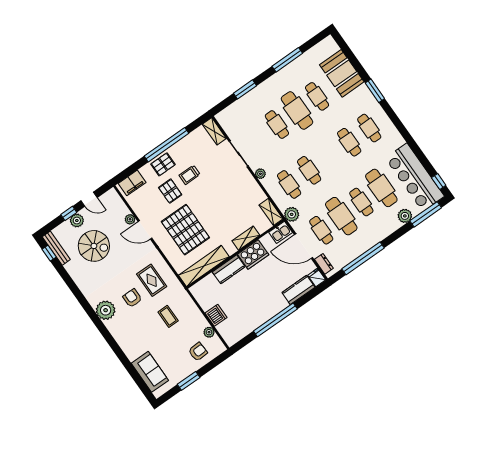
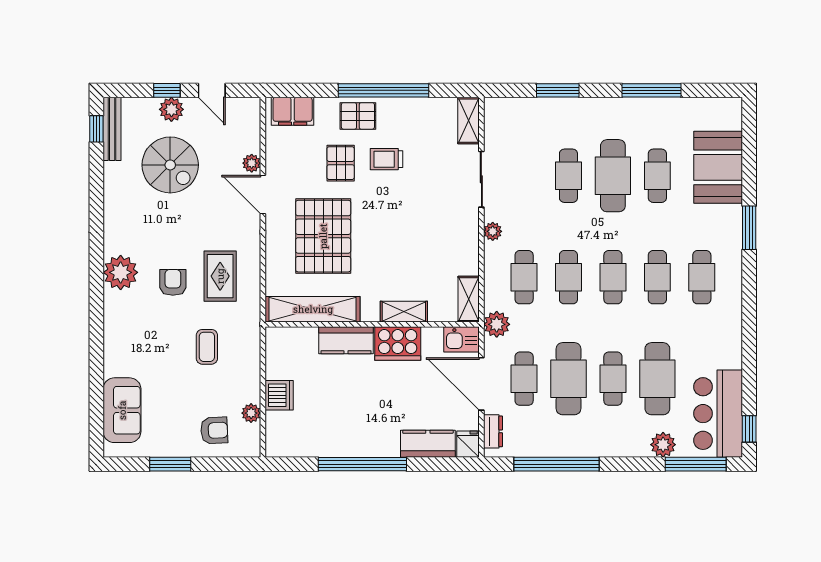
cafe table: (329, 156) -> (613, 277), added
bar counter: (415, 177) -> (718, 414), width x0.73

